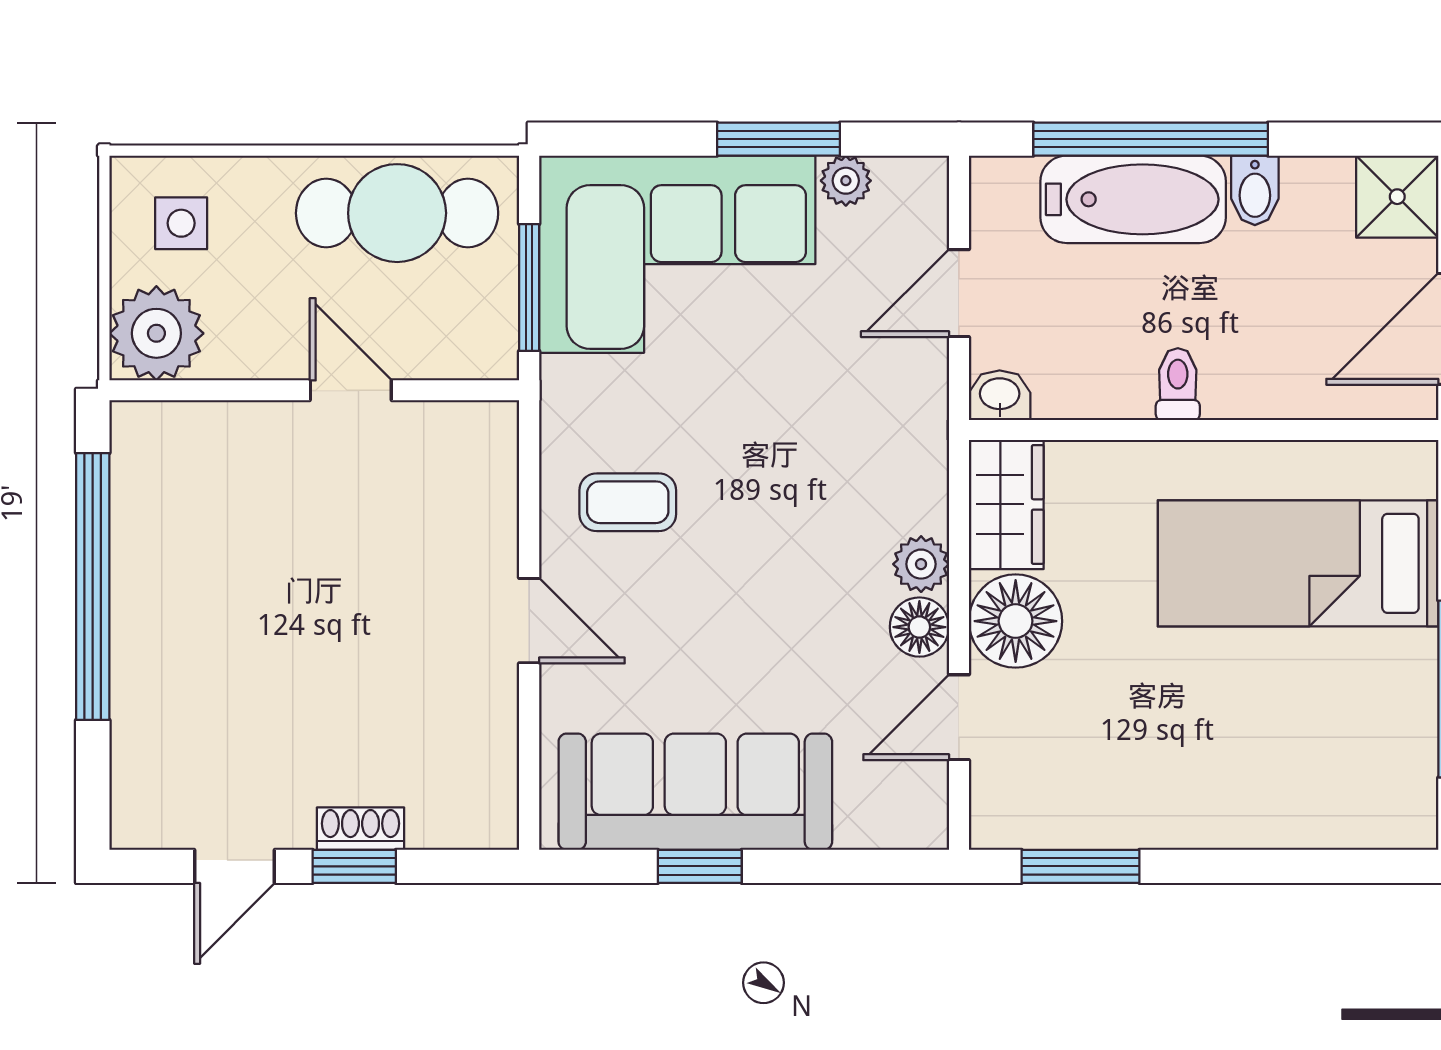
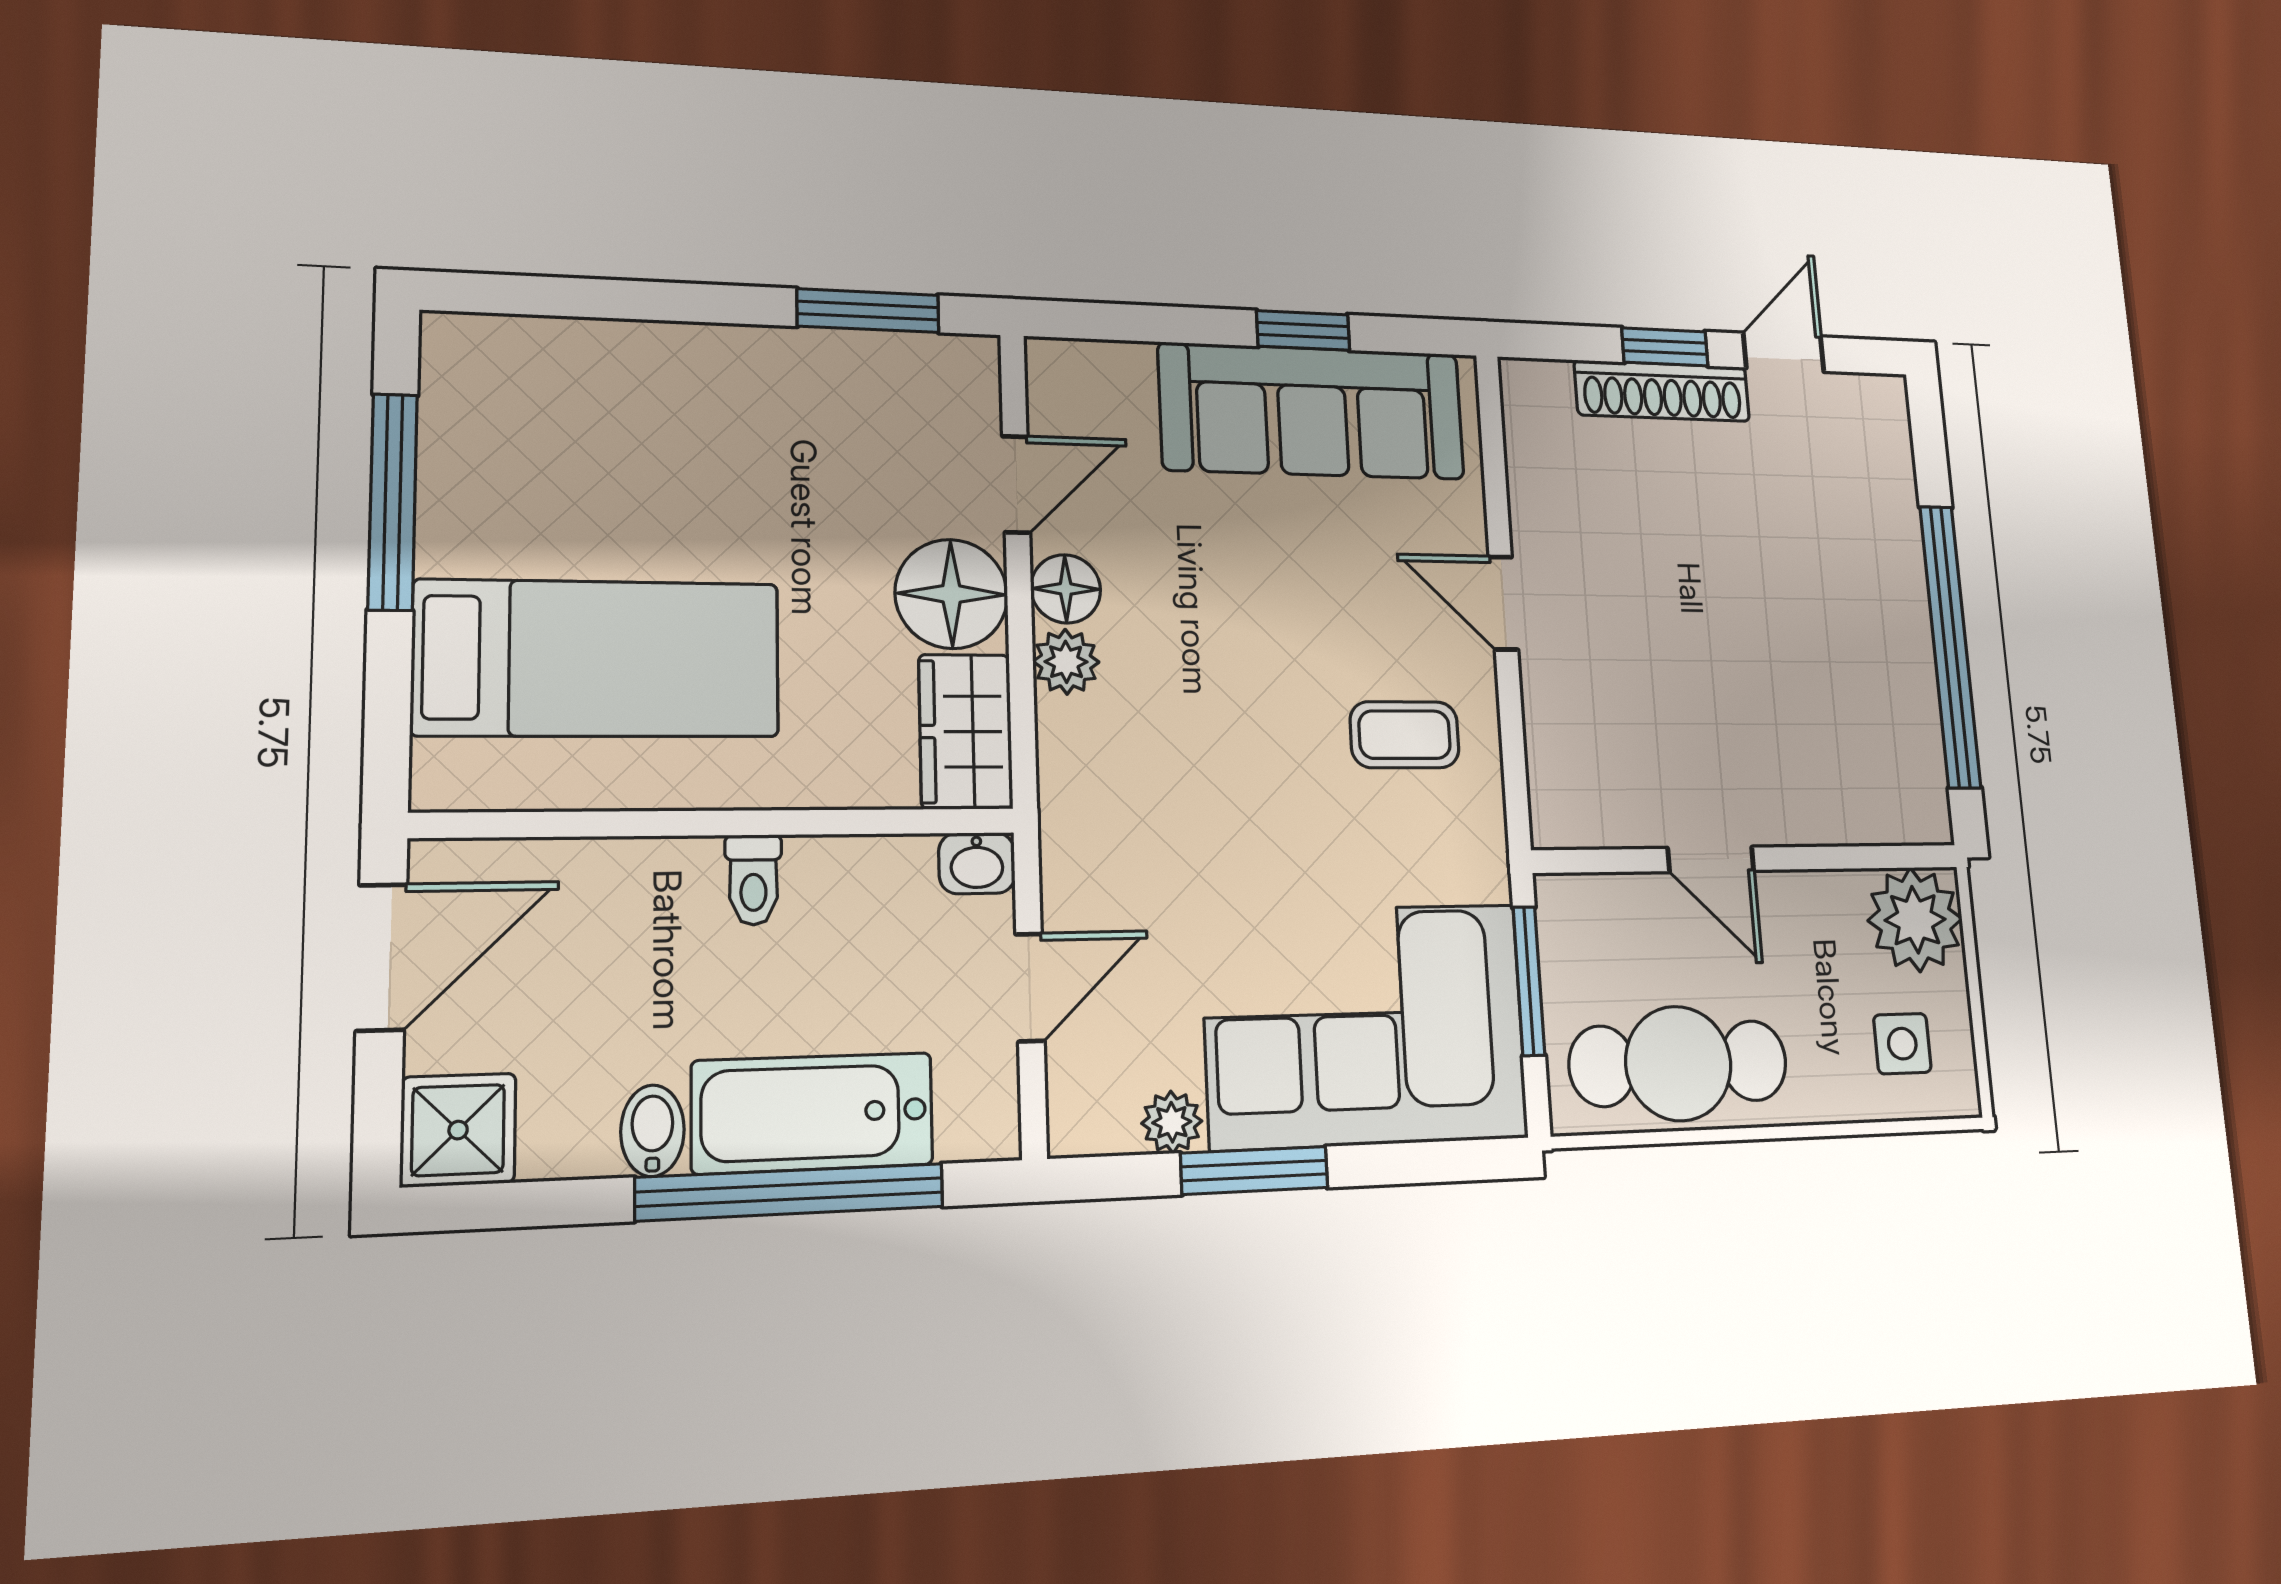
shoe rack: (360, 829) -> (1662, 391), width x1.94, depth x1.24

